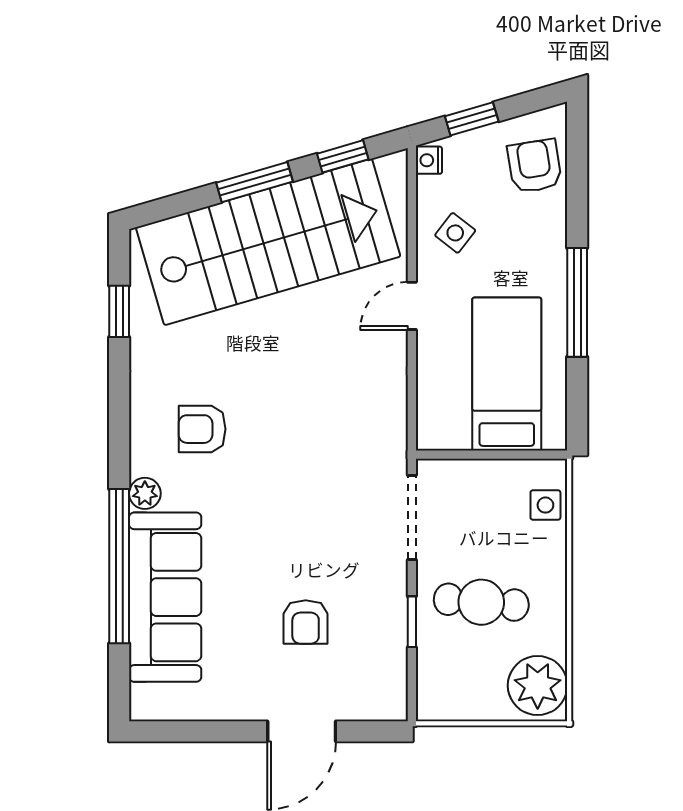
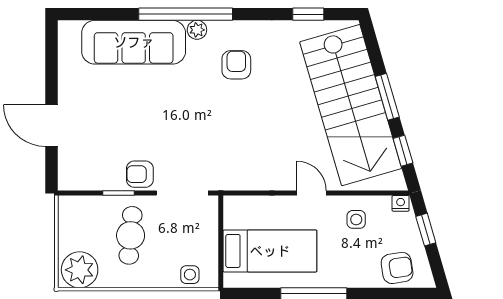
side table: (455, 233) -> (356, 219), turned -38
window: (119, 566) -> (186, 14), moved
armchair: (306, 622) -> (140, 174), moved

